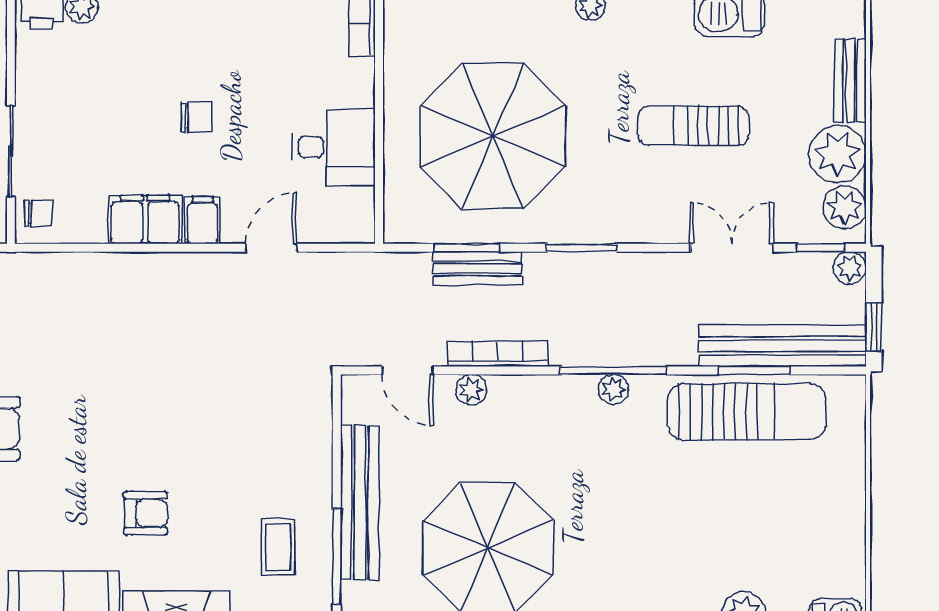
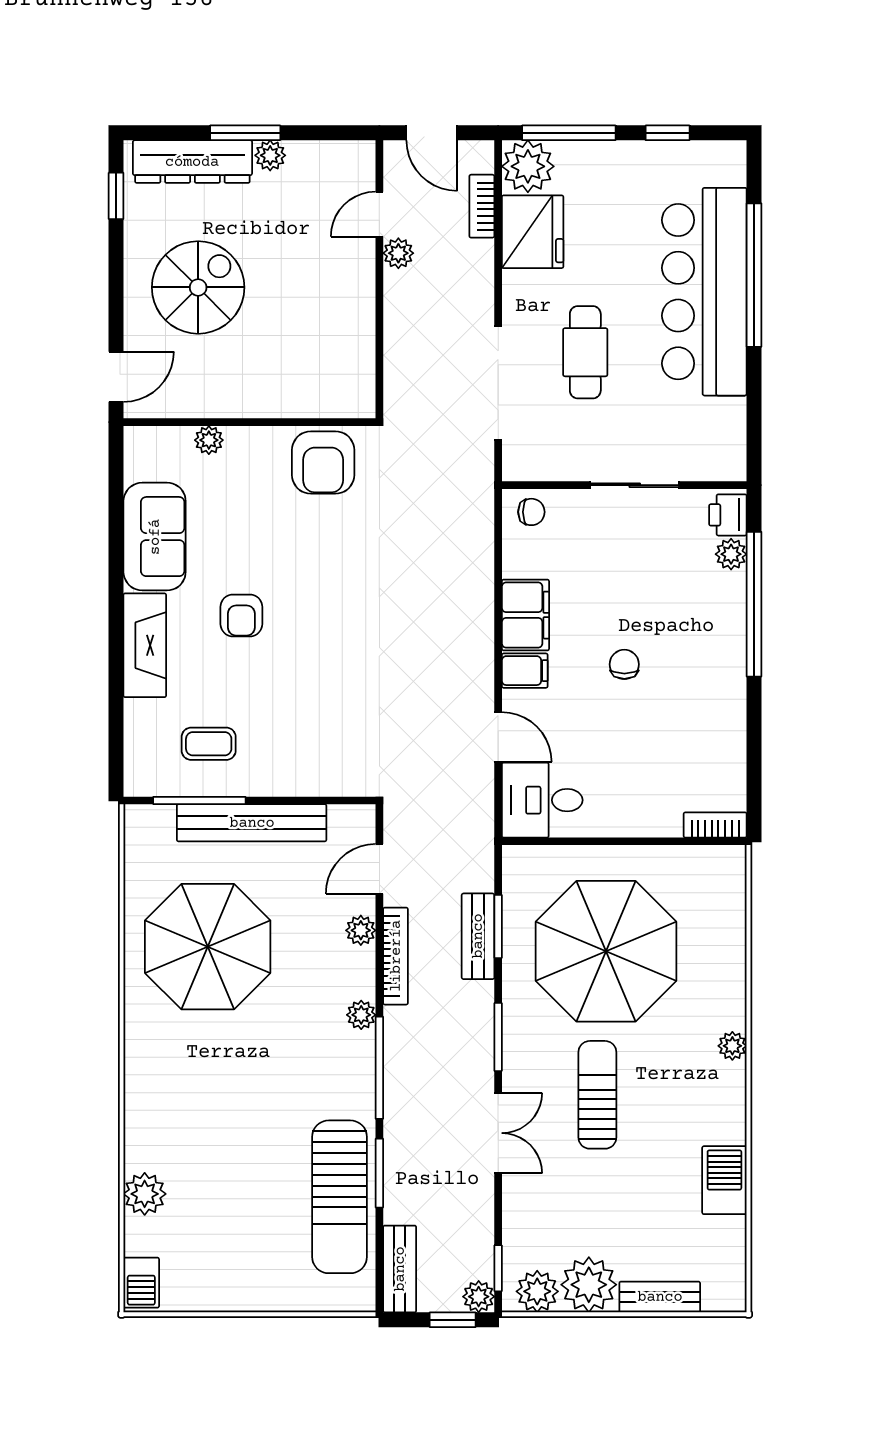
chair: (196, 117) -> (624, 664), turned 180
sun lounger: (693, 126) -> (597, 1095), moved
desk: (333, 147) -> (542, 800), moved, turned 90
sliding door: (11, 151) -> (635, 485), moved
chair: (39, 213) -> (531, 512), turned -90
double door: (732, 248) -> (498, 1133), moved
window: (874, 327) -> (453, 1320), moved
bench: (782, 346) -> (400, 1269), width x0.54, depth x0.82
window: (754, 370) -> (379, 1173), moved
plant: (613, 389) -> (361, 1015), moved

